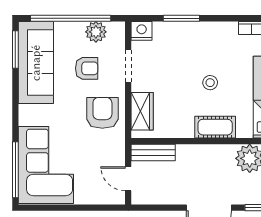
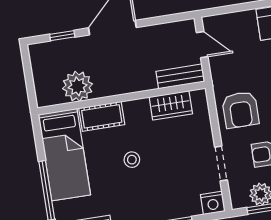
wardrobe: (142, 111) -> (171, 105), moved, turned -90
cot: (215, 127) -> (102, 116), moved

